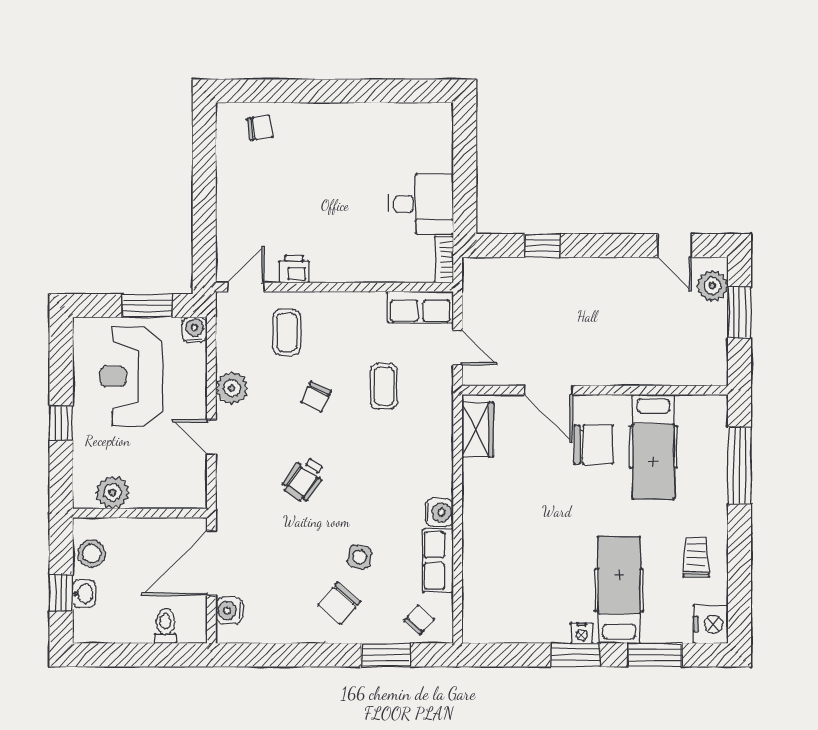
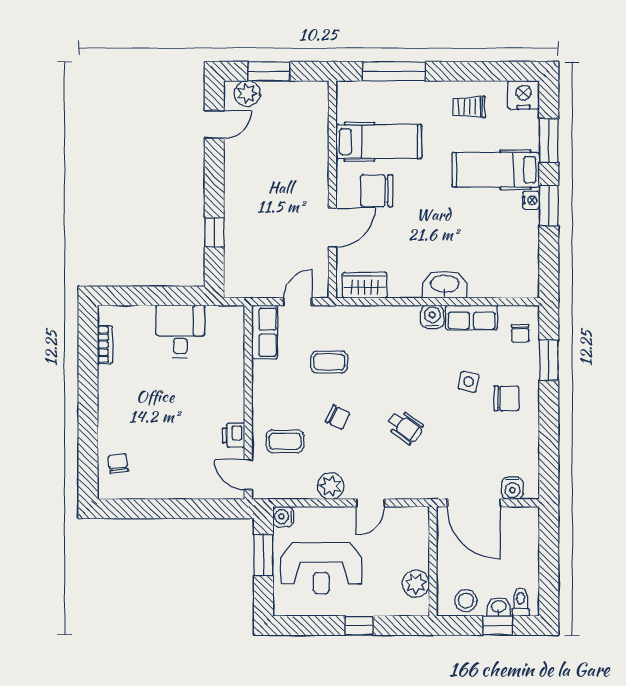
bookcase: (444, 259) -> (105, 345), moved, turned -90
chair: (593, 445) -> (377, 191), turned -90
washbasin: (479, 528) -> (445, 285), added
chair: (339, 603) -> (506, 398), turned -41
chair: (419, 620) -> (520, 333), turned -132
toilet: (165, 626) -> (521, 602), moved, turned 90

